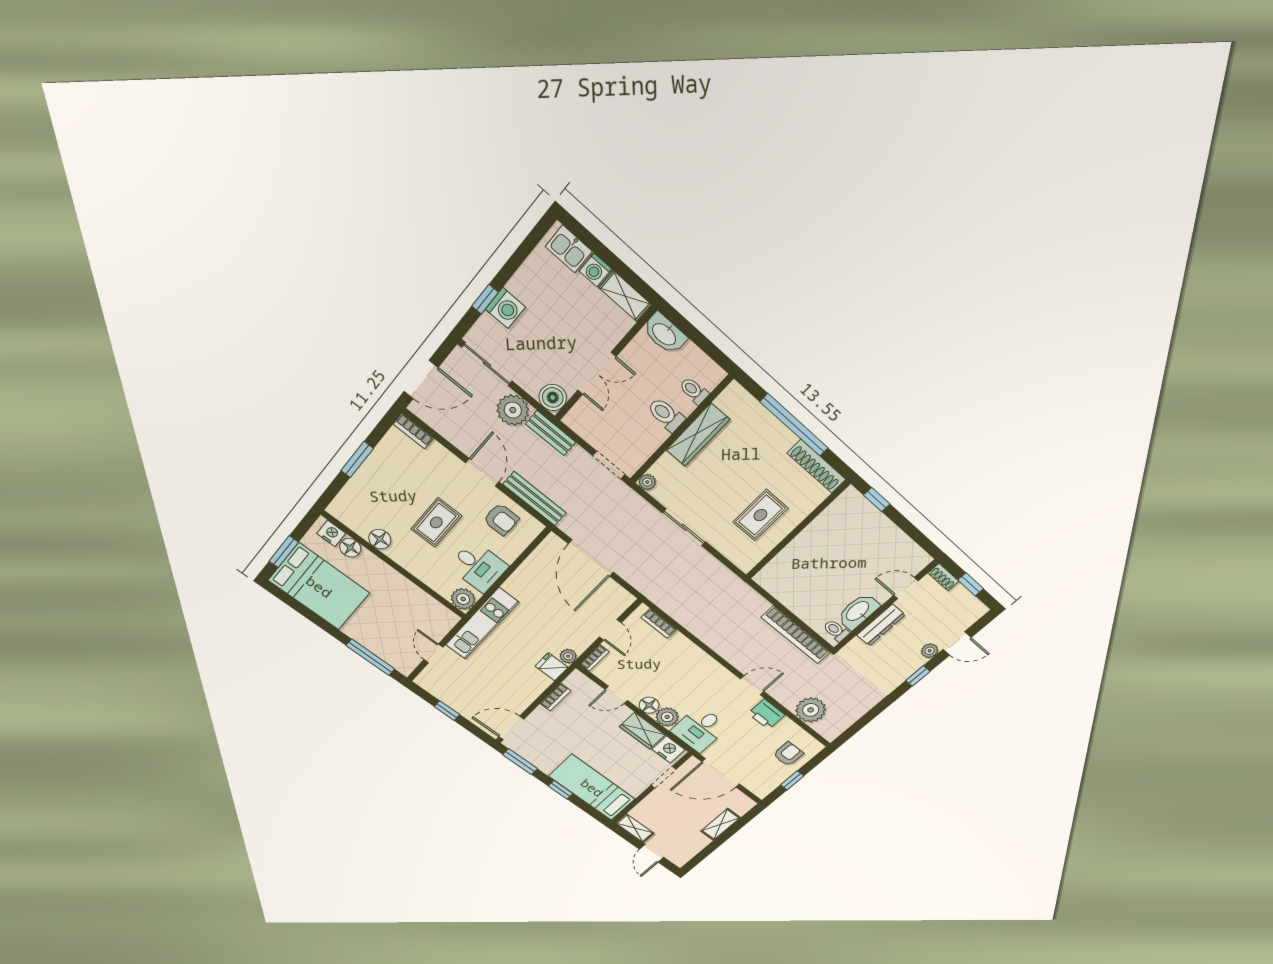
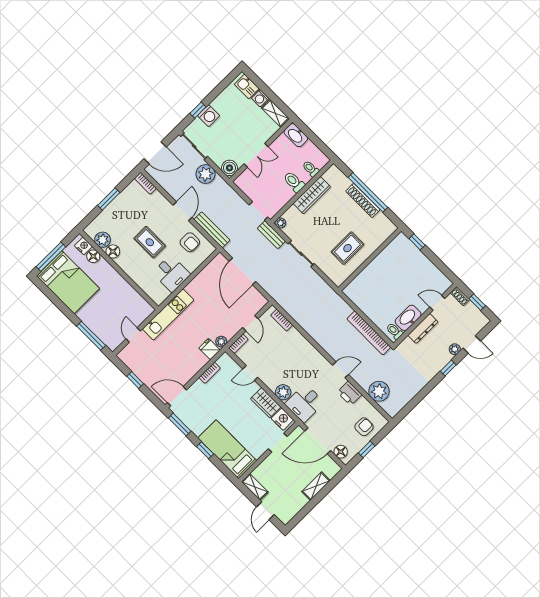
bench: (551, 433) -> (271, 235), moved
shoe rack: (816, 466) -> (363, 200), moved
rug: (436, 522) -> (150, 242), turned 90
window: (284, 552) -> (51, 257), width x1.44
plant: (463, 599) -> (103, 240), moved
floor lamp: (649, 705) -> (341, 452), moved

